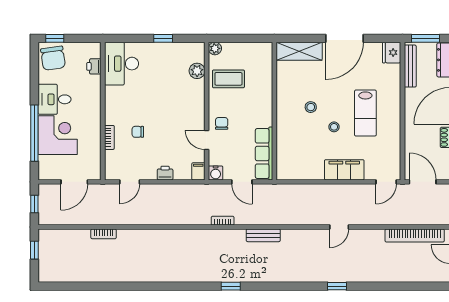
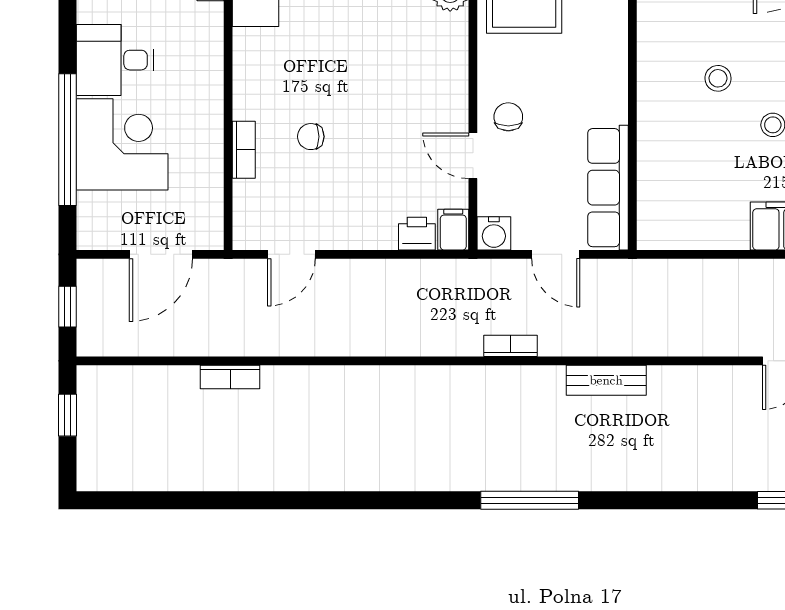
printer: (165, 173) -> (417, 234), moved
window: (231, 286) -> (530, 500), width x2.17

